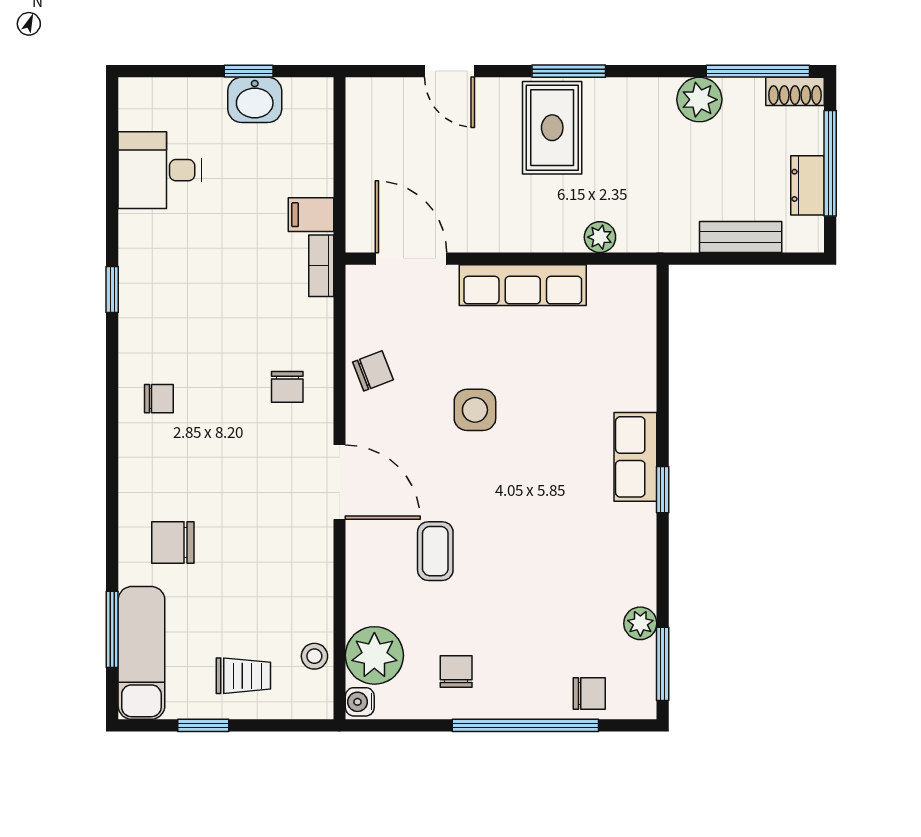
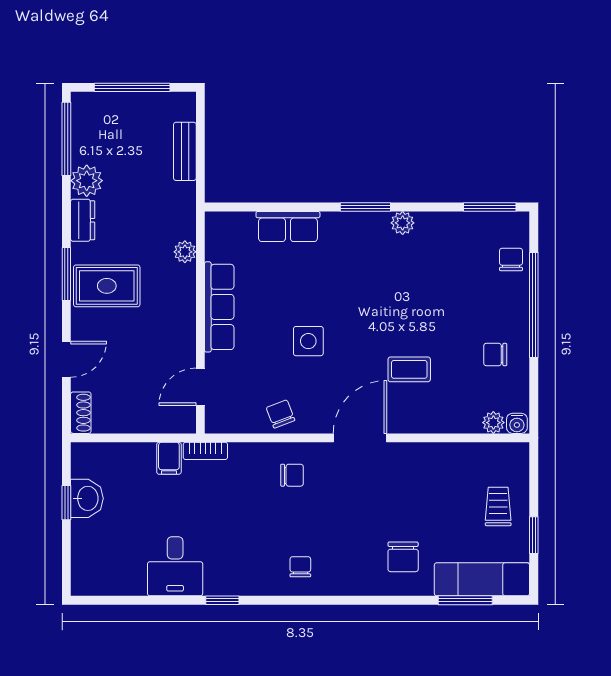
shoe rack: (795, 91) -> (81, 413), moved
desk: (160, 170) -> (175, 566), moved
dresser: (808, 185) -> (83, 220), moved, turned -90
door: (411, 259) -> (200, 387), width x0.73
row of seats: (635, 457) -> (288, 226), moved
window: (663, 490) -> (365, 207), width x1.50
plant: (640, 623) -> (403, 223), moved
plant: (374, 655) -> (493, 423), width x0.53, depth x0.53
stool: (314, 656) -> (484, 456), removed

